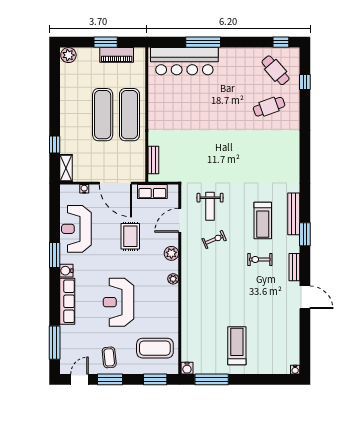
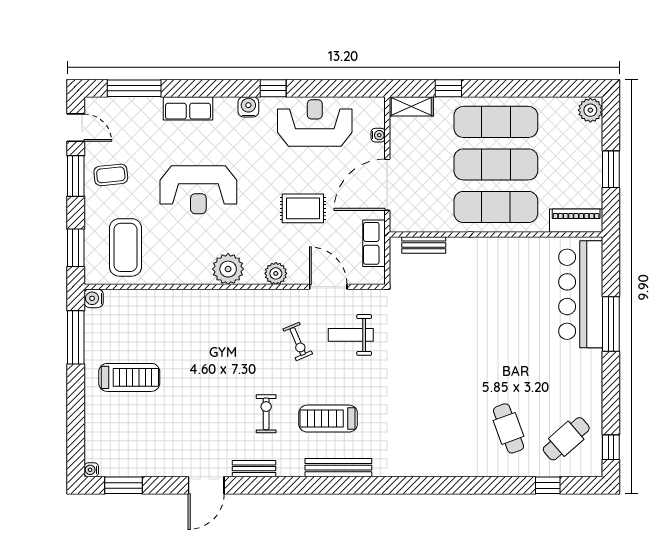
piano: (117, 55) -> (576, 221), moved, turned 90
exercise mat: (76, 115) -> (496, 122), added
window: (305, 234) -> (123, 485), moved
window: (55, 255) -> (273, 88), width x0.67
plant: (173, 279) -> (228, 269), width x1.88, depth x1.88
row of seats: (67, 301) -> (188, 108), width x0.68
reception desk: (119, 302) -> (198, 190), turned 180

